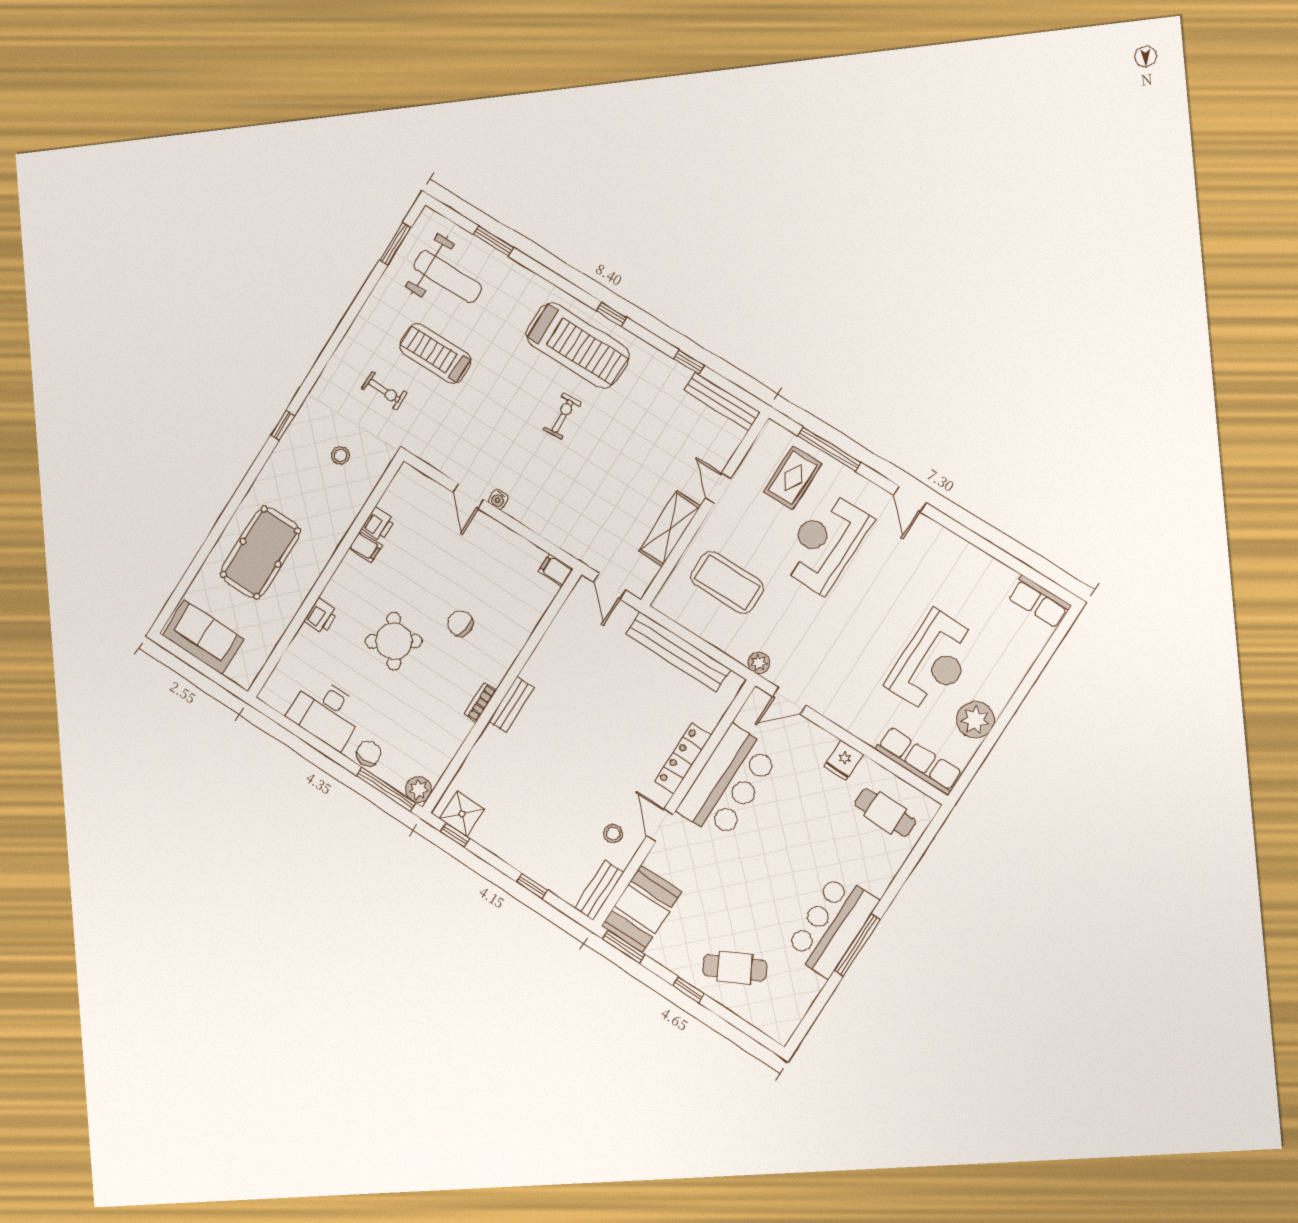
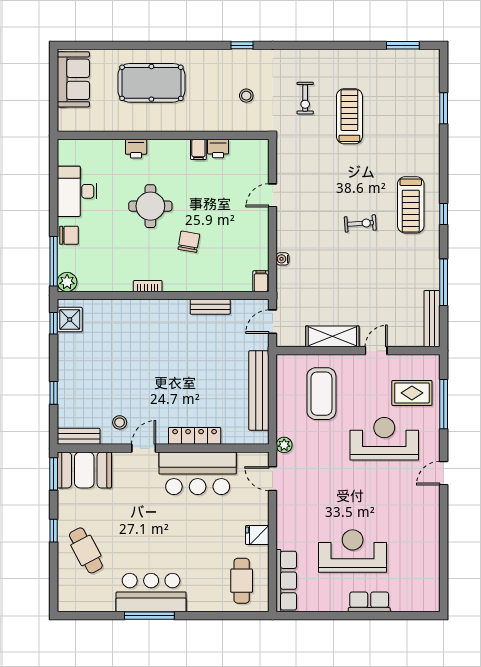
weight bench: (448, 277) -> (403, 93), removed
treadmill: (578, 345) -> (411, 205), width x0.73, depth x0.73
window: (689, 362) -> (444, 282), width x2.17
water cooler: (498, 499) -> (282, 259), moved
row of seats: (1039, 602) -> (369, 602), moved, turned 90
round table: (394, 641) -> (150, 206), turned 33
reception desk: (933, 662) -> (353, 551), turned 180
bench: (511, 704) -> (210, 307), moved
plant: (975, 720) -> (334, 599), removed

